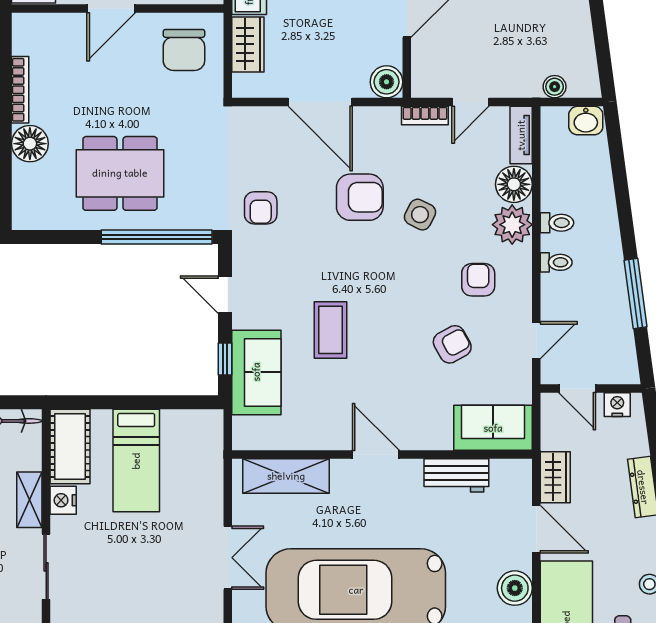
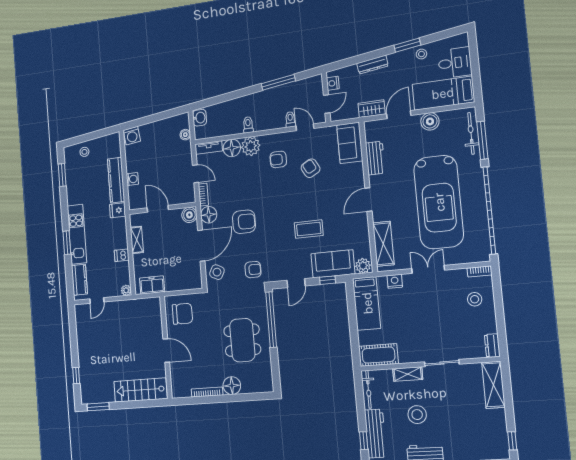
wardrobe: (248, 44) -> (178, 283), removed
floor lamp: (382, 123) -> (209, 215), added
armchair: (360, 197) -> (244, 222), turned 90
side table: (420, 215) -> (217, 272), moved
toilet: (556, 262) -> (290, 119), moved
plant: (247, 432) -> (363, 266), added
bed: (136, 461) -> (367, 303), moved, turned 90
nightstand: (63, 500) -> (395, 281), moved, turned 180

